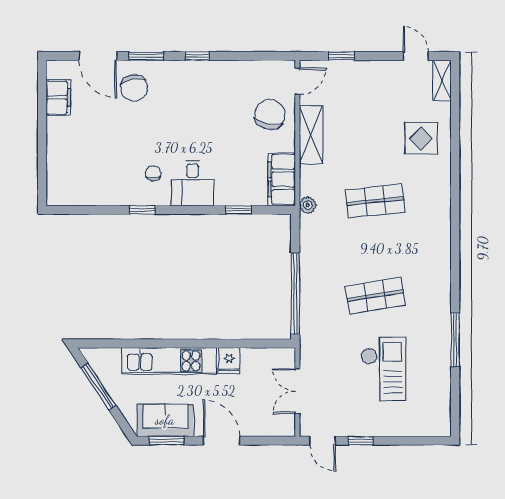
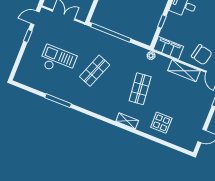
shelving: (442, 80) -> (127, 121), moved
shop shelf: (375, 296) -> (95, 71), turned 30
checkout: (383, 369) -> (58, 61), turned 180

